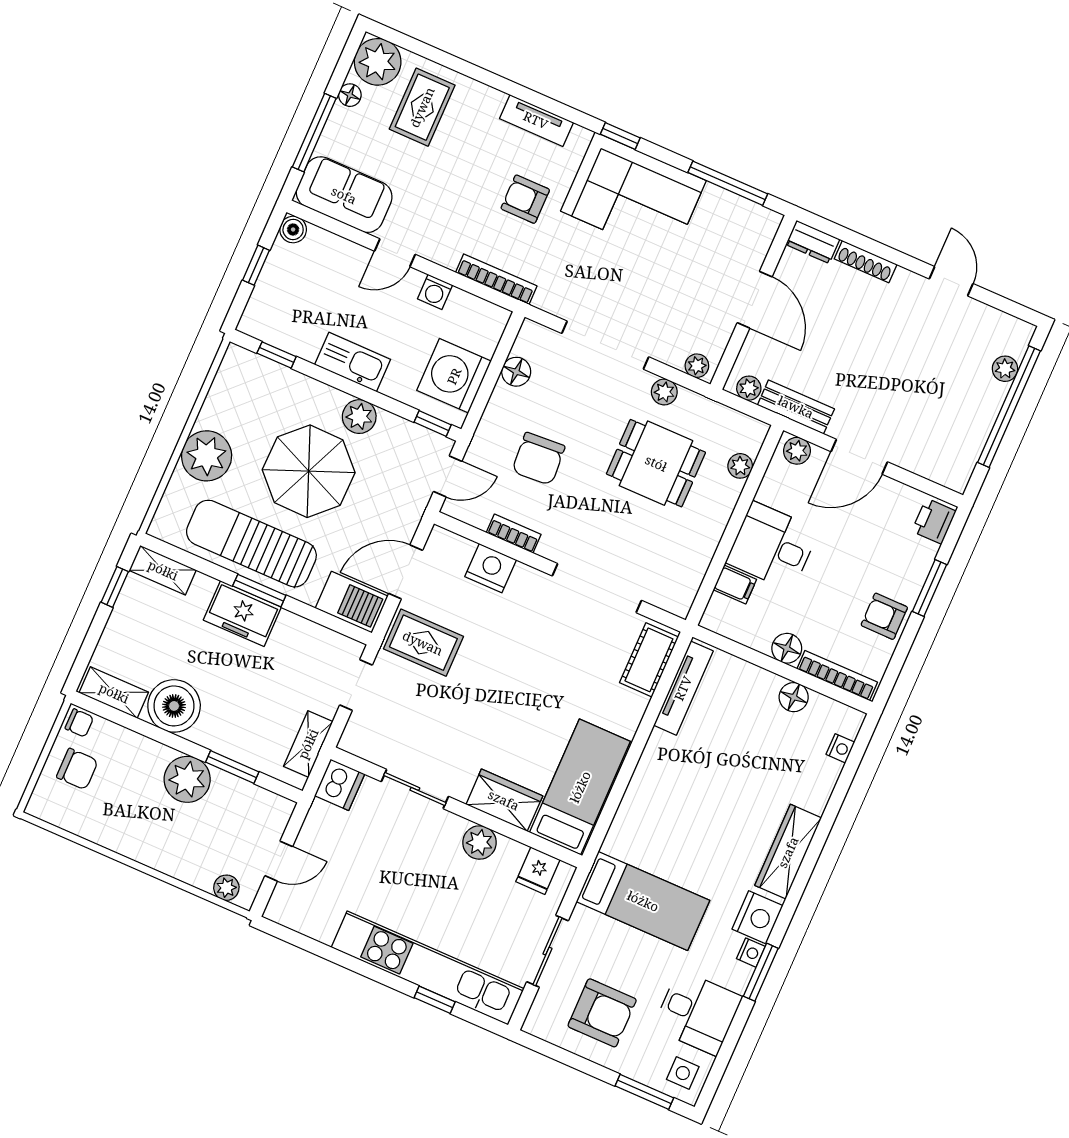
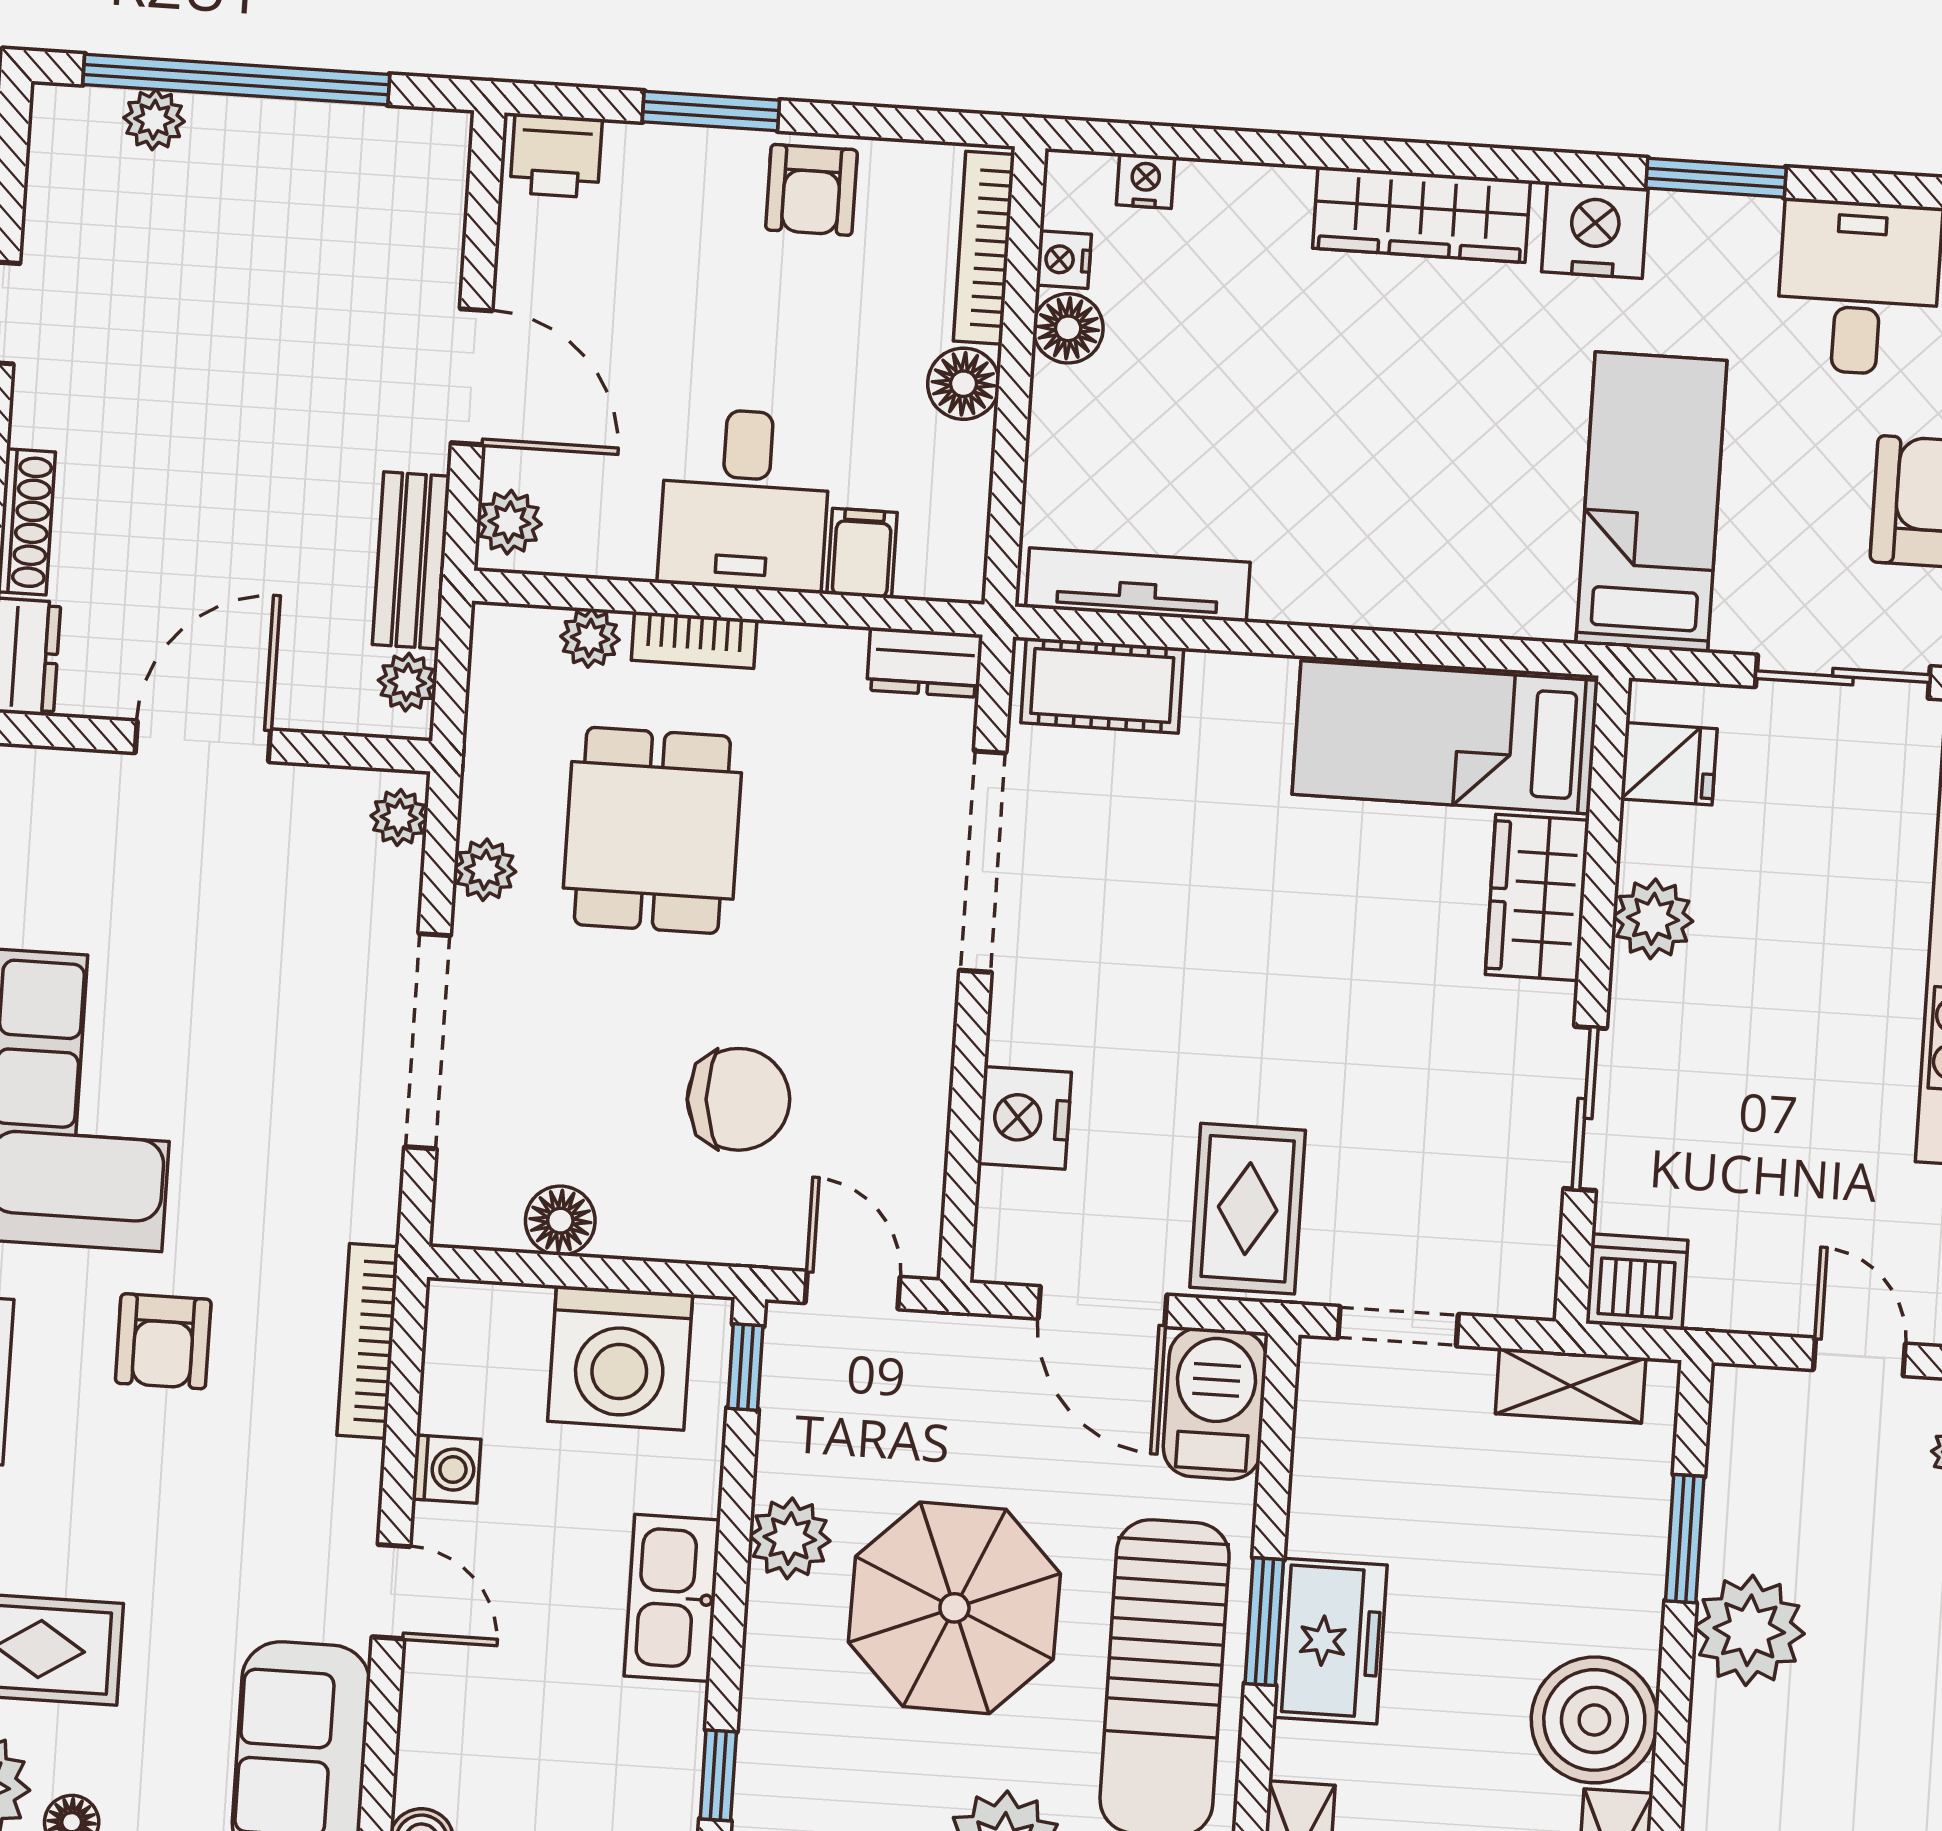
bookcase: (514, 534) -> (694, 640), moved, turned -90
dresser: (683, 594) -> (925, 662), added
nightstand: (751, 953) -> (1064, 260), moved, turned -90

